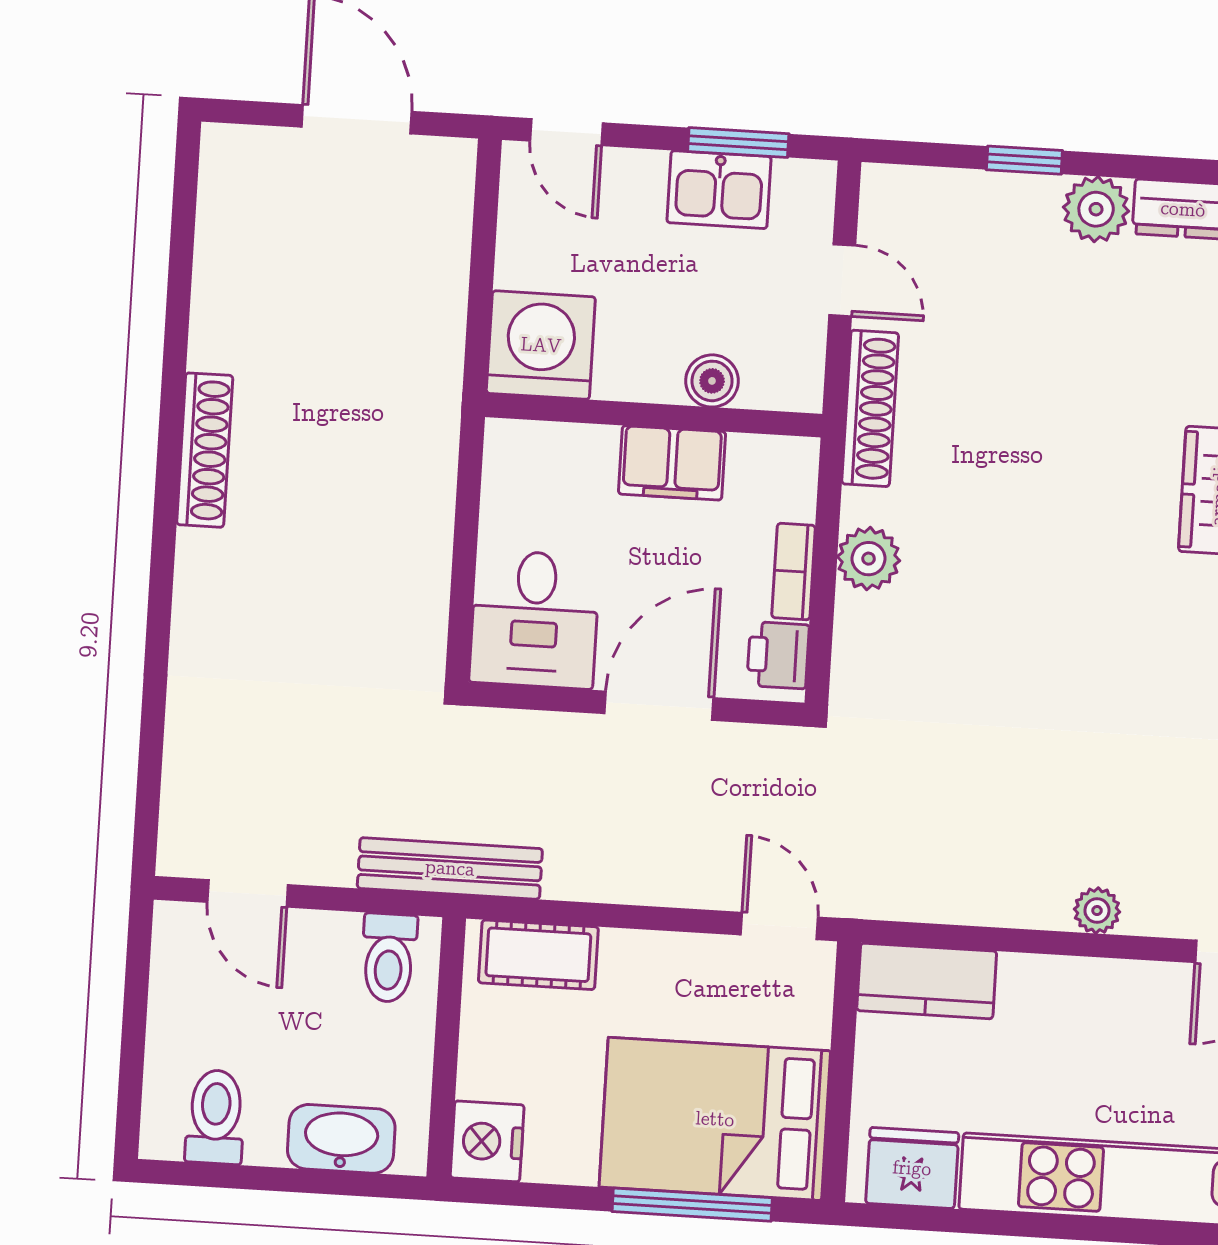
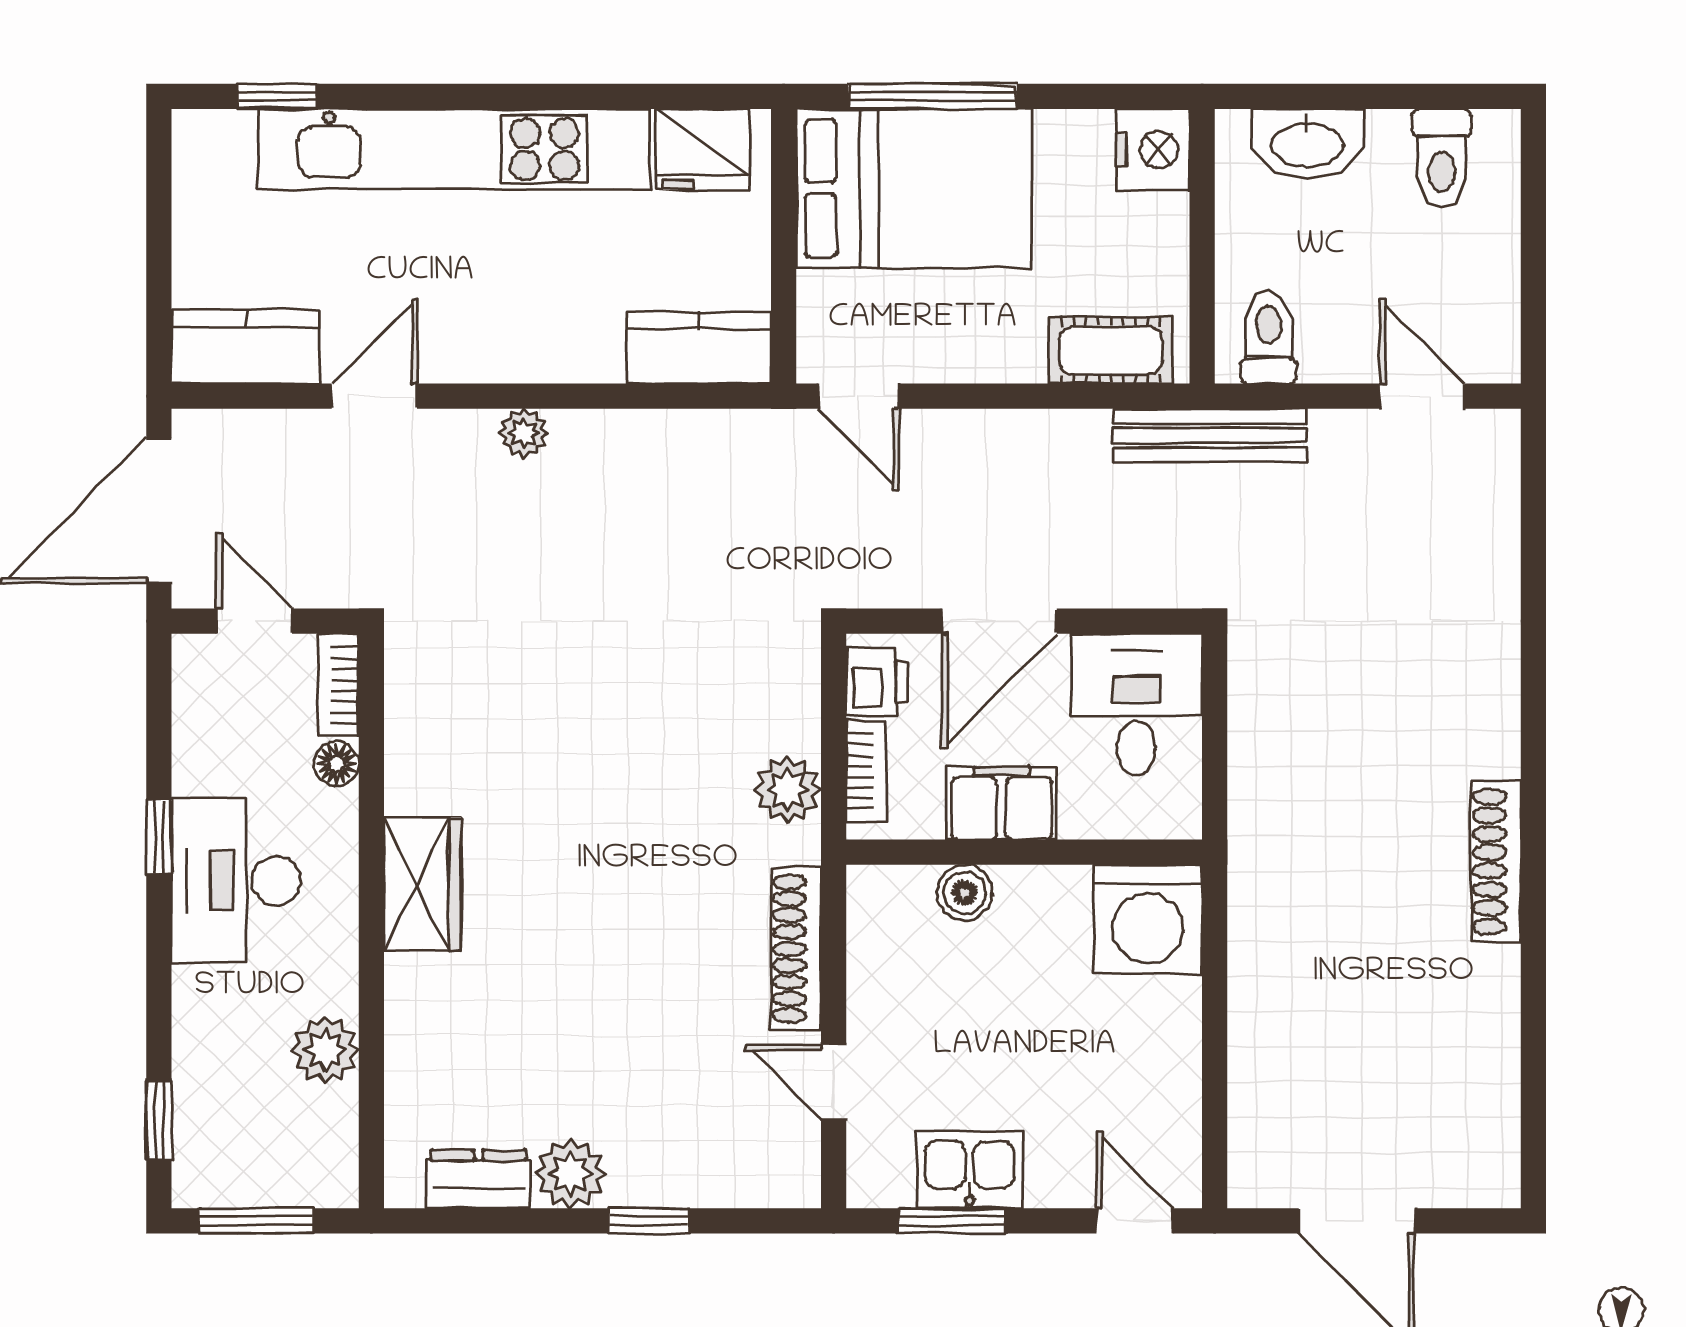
washing machine: (541, 345) -> (1148, 919), moved
boiler: (712, 381) -> (965, 892), moved
wall: (654, 415) -> (1024, 852), moved
filing cabinet: (672, 463) -> (1002, 803), moved

